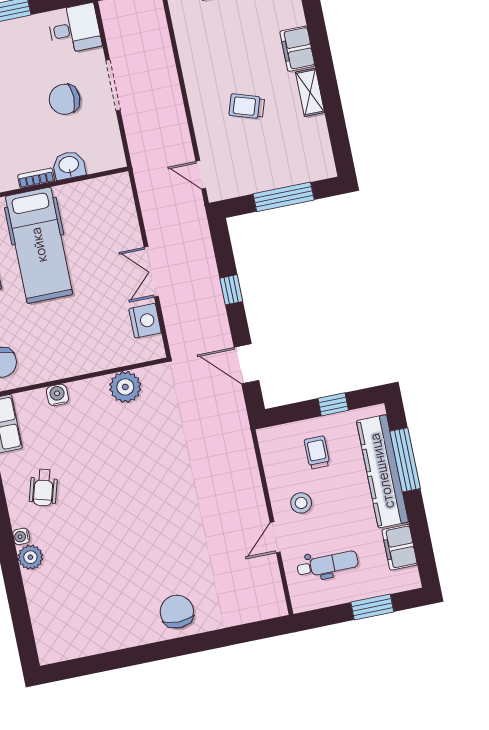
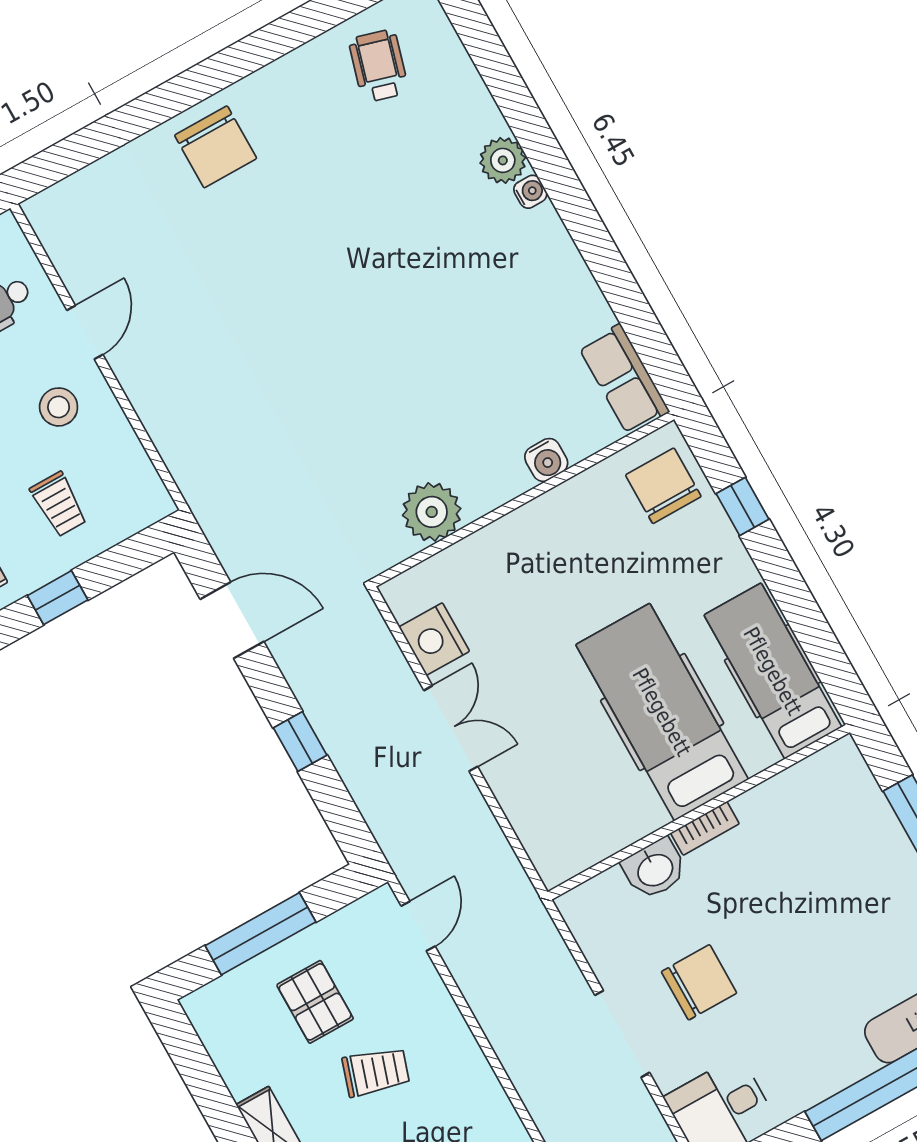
pallet: (267, 153) -> (315, 1002), added
door: (201, 175) -> (418, 926), hinge flipped
wheelchair: (43, 488) -> (379, 66), moved

